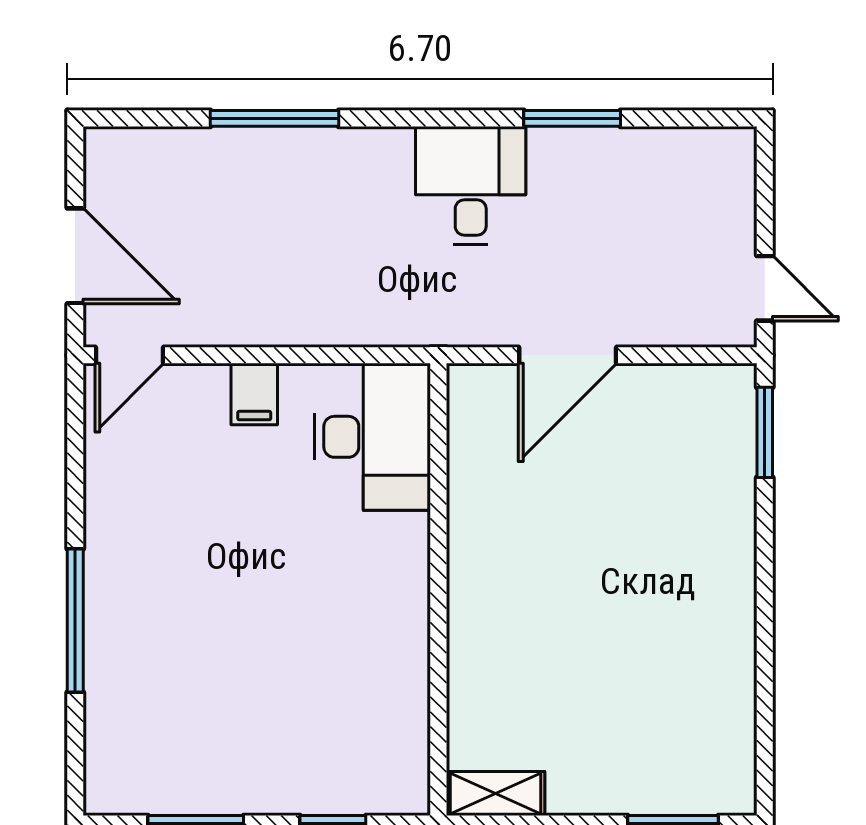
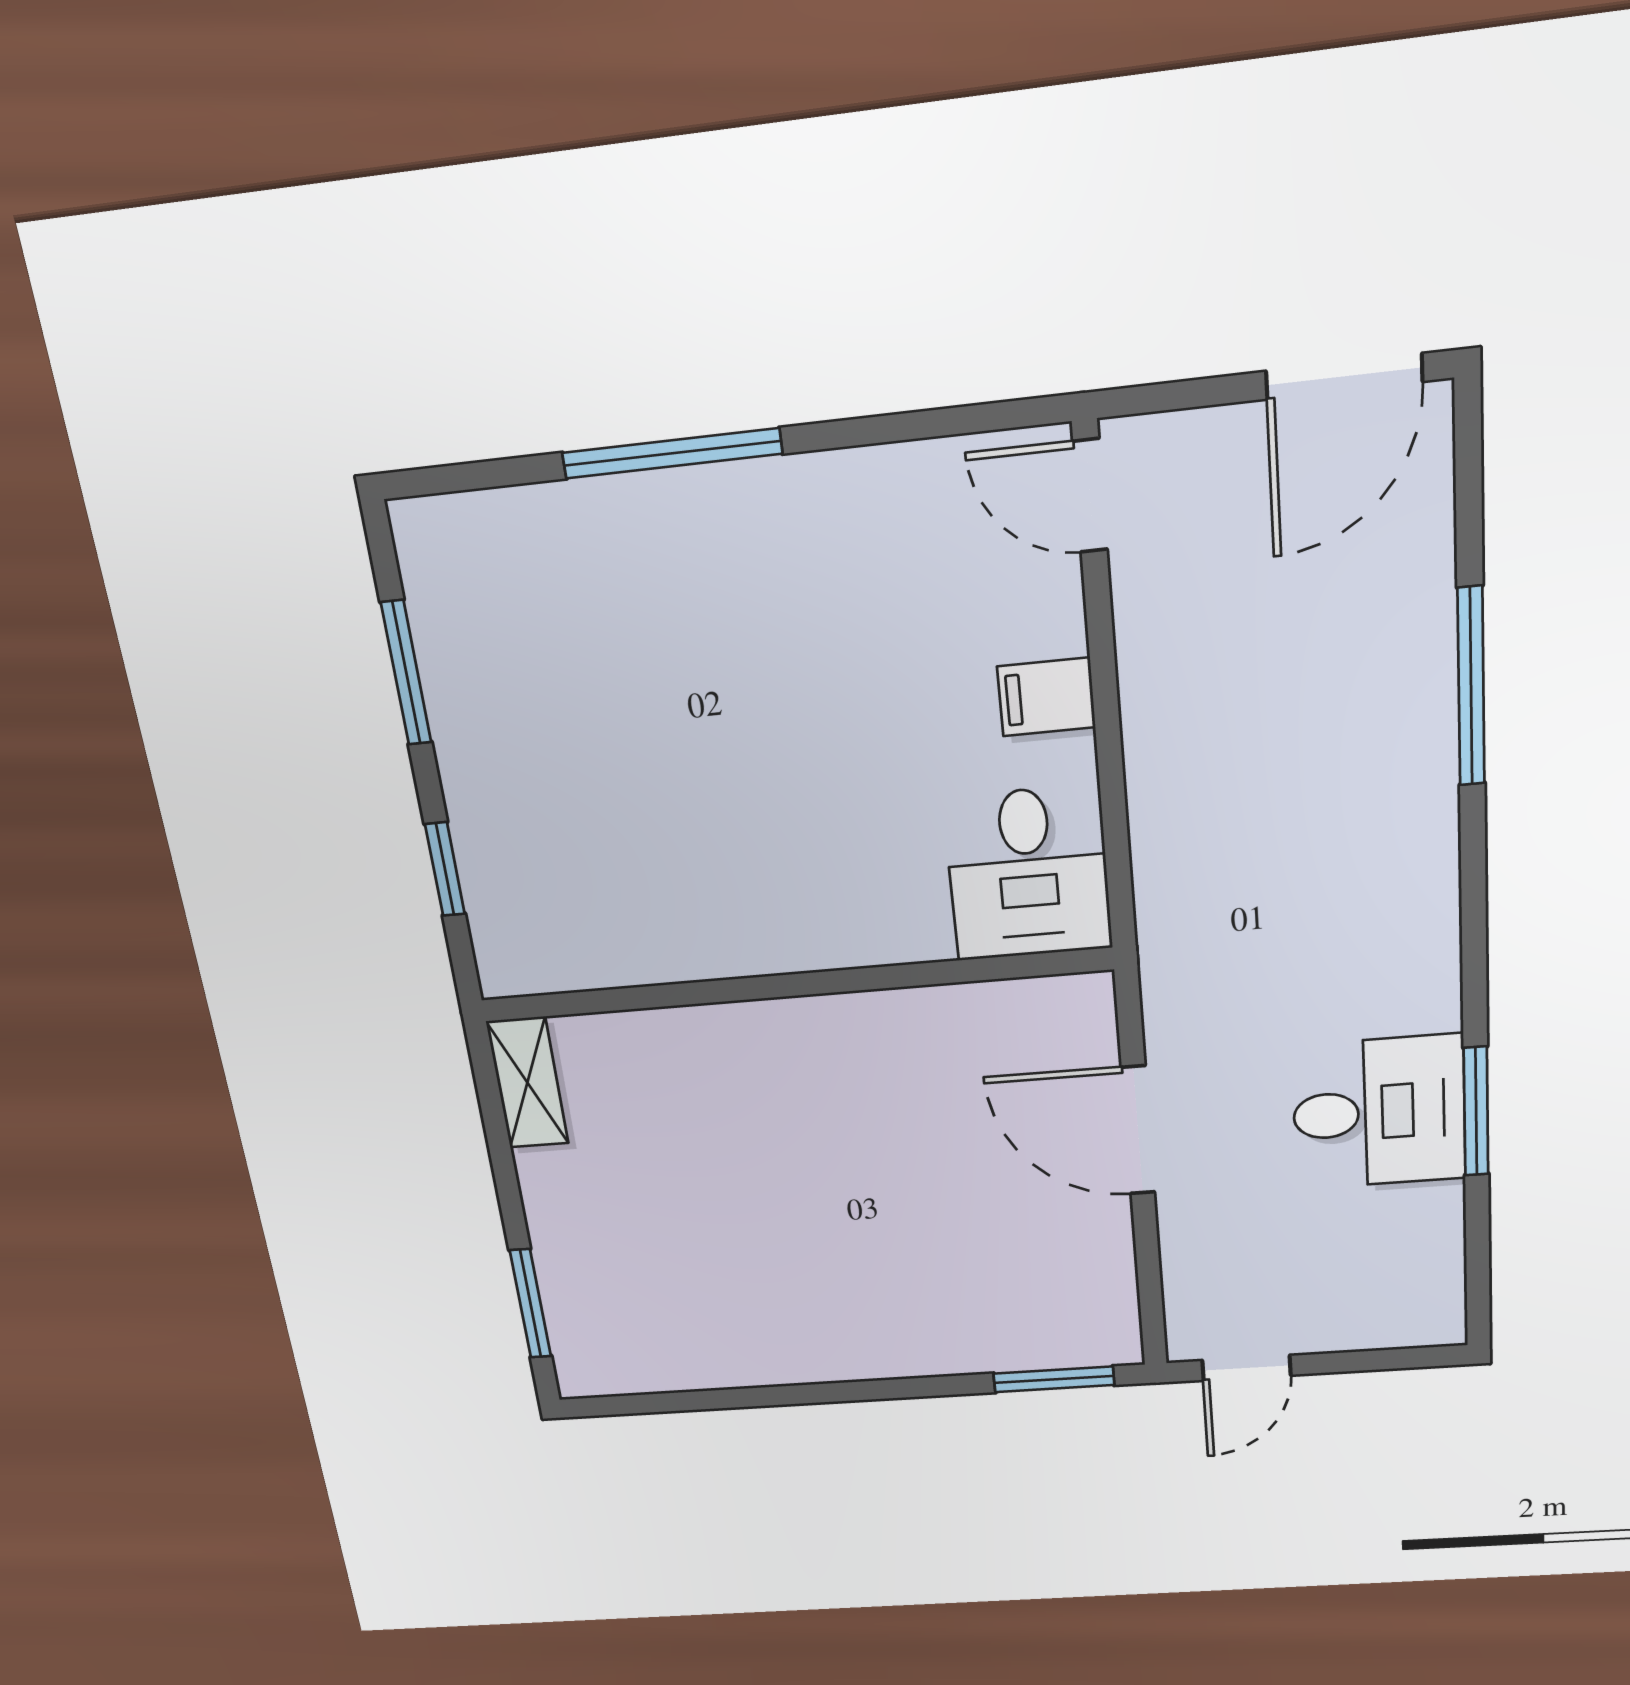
desk: (471, 186) -> (1379, 1112), moved
door: (75, 256) -> (1344, 376), moved
desk: (373, 437) -> (1028, 873), width x0.73

